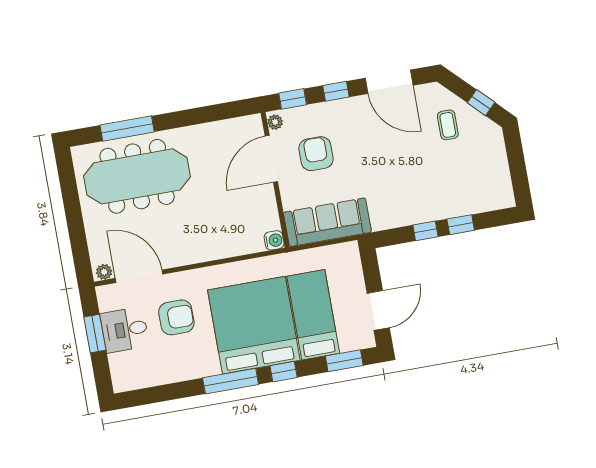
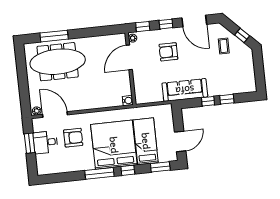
armchair: (316, 154) -> (168, 52), moved, turned -90
sofa: (327, 222) -> (185, 90), moved

